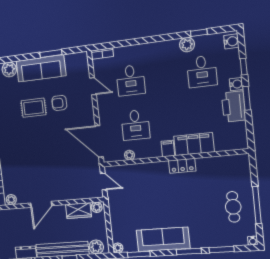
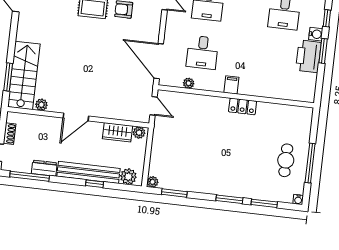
filing cabinet: (194, 144) -> (260, 86), removed
sofa: (163, 239) -> (204, 181), removed

